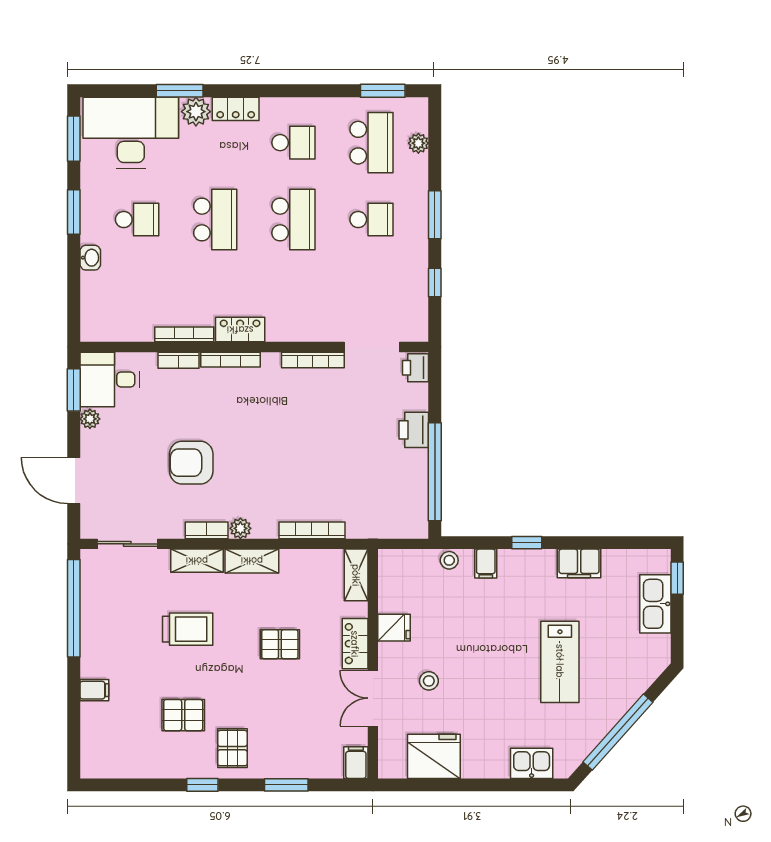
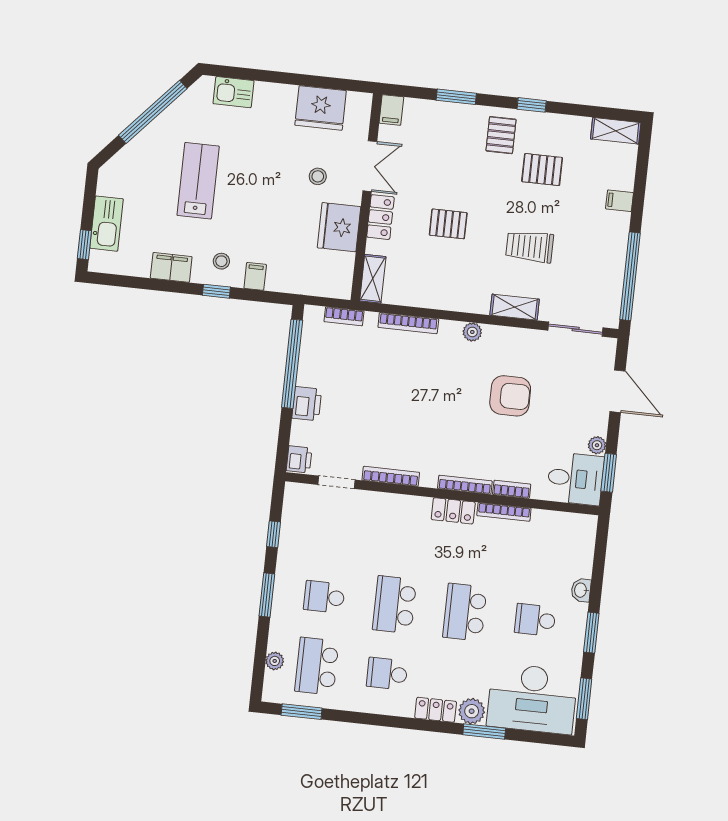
doorway: (372, 347) -> (336, 482), width x0.73
bookcase: (207, 530) -> (344, 316), moved
stool: (449, 560) -> (221, 261), moved
shelving: (252, 561) -> (616, 131), moved
fridge: (394, 628) -> (339, 227), width x1.88, depth x1.34

